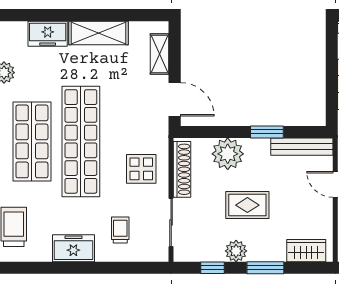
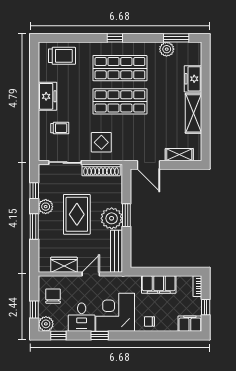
door: (175, 99) -> (149, 165), hinge flipped
window: (267, 132) -> (126, 215), moved
shop shelf: (81, 141) -> (120, 101), width x0.71
plant: (228, 154) -> (112, 218), moved
rug: (247, 205) -> (77, 214), width x1.36, depth x1.43
wardrobe: (306, 251) -> (64, 265), moved, turned -90

